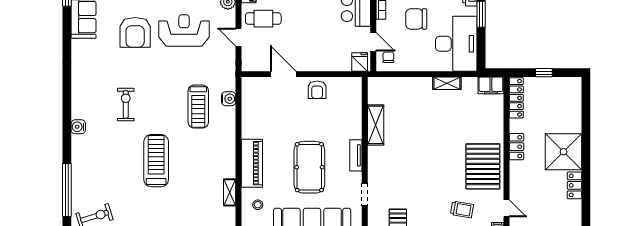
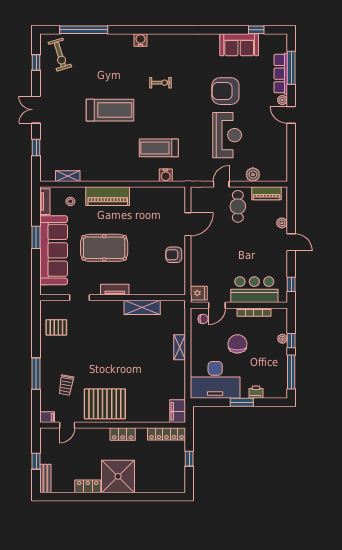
shelving: (447, 83) -> (180, 347), moved
exercise bike: (126, 104) -> (161, 83), width x0.73, depth x0.72
shelving: (230, 192) -> (68, 176), moved

